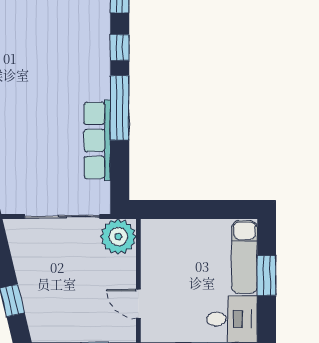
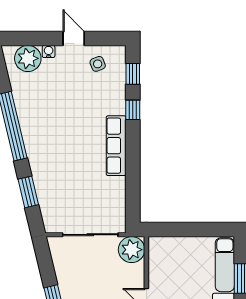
window: (120, 108) -> (133, 155), removed
row of seats: (97, 140) -> (116, 146), moved

